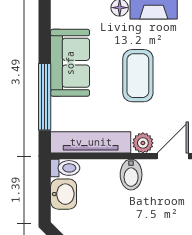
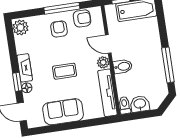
coffee table: (138, 76) -> (65, 71), width x0.73, depth x0.77
window: (45, 97) -> (85, 123), removed

